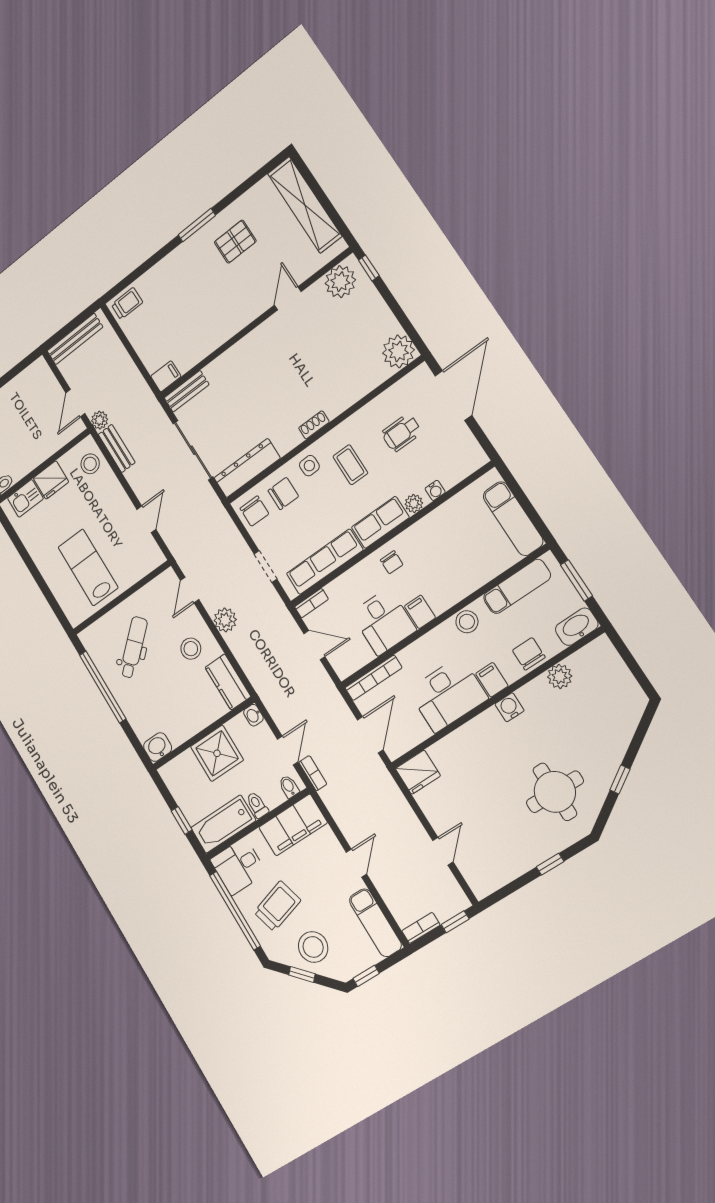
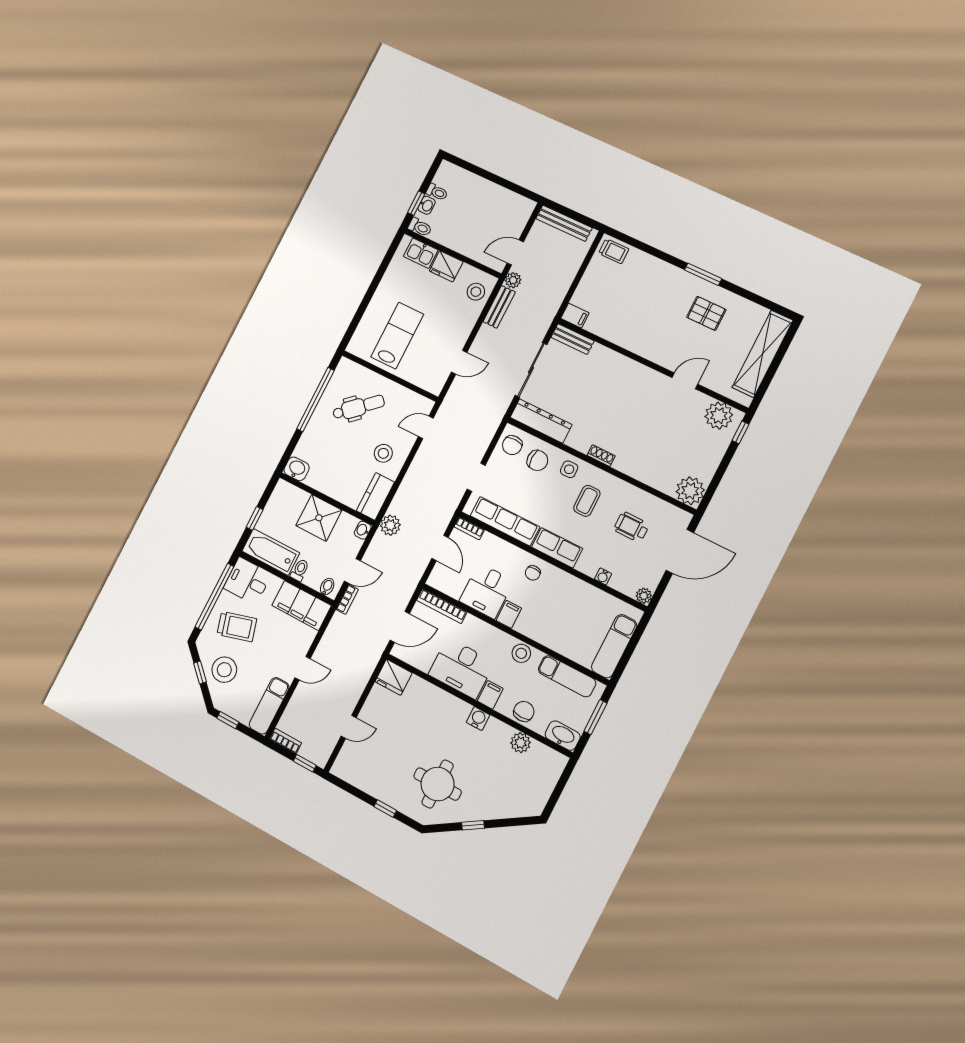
plant: (414, 504) -> (644, 596), moved
plant: (225, 620) -> (390, 525), moved

